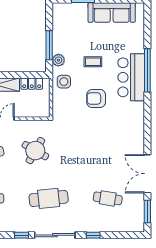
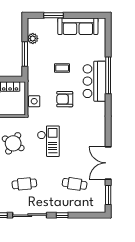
plant: (58, 60) -> (33, 38), moved
side table: (64, 82) -> (34, 101), moved
checkout: (77, 148) -> (48, 141), added
cafe table: (49, 198) -> (24, 184), width x0.73, depth x0.74

